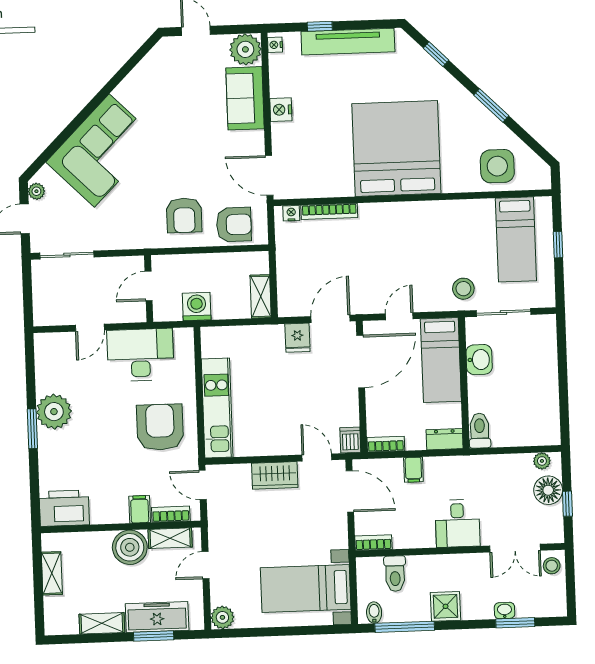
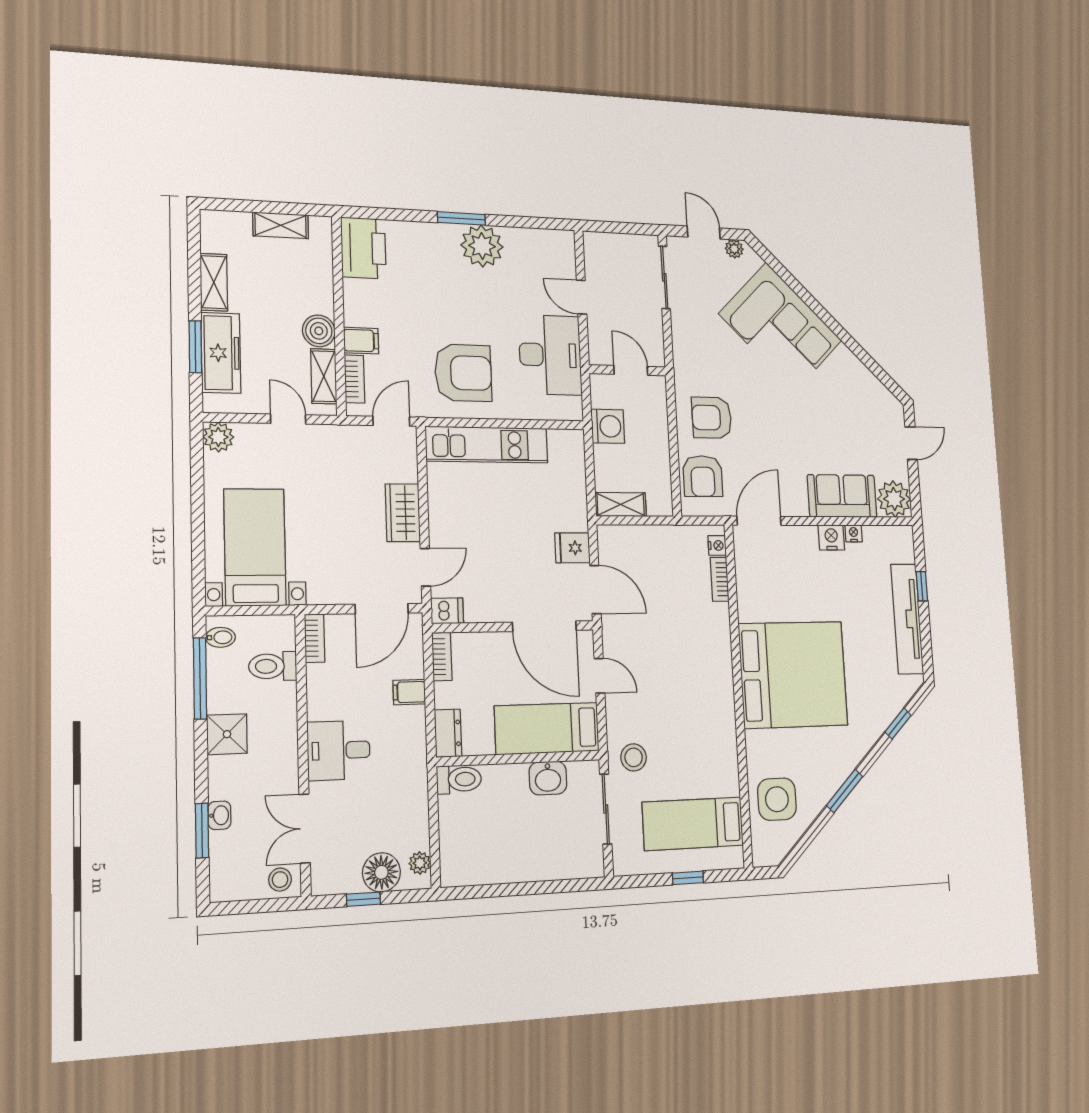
nightstand: (275, 45) -> (854, 533), moved
bookcase: (329, 211) -> (720, 579), width x0.64
boiler: (130, 547) -> (319, 331), width x0.73, depth x0.73

